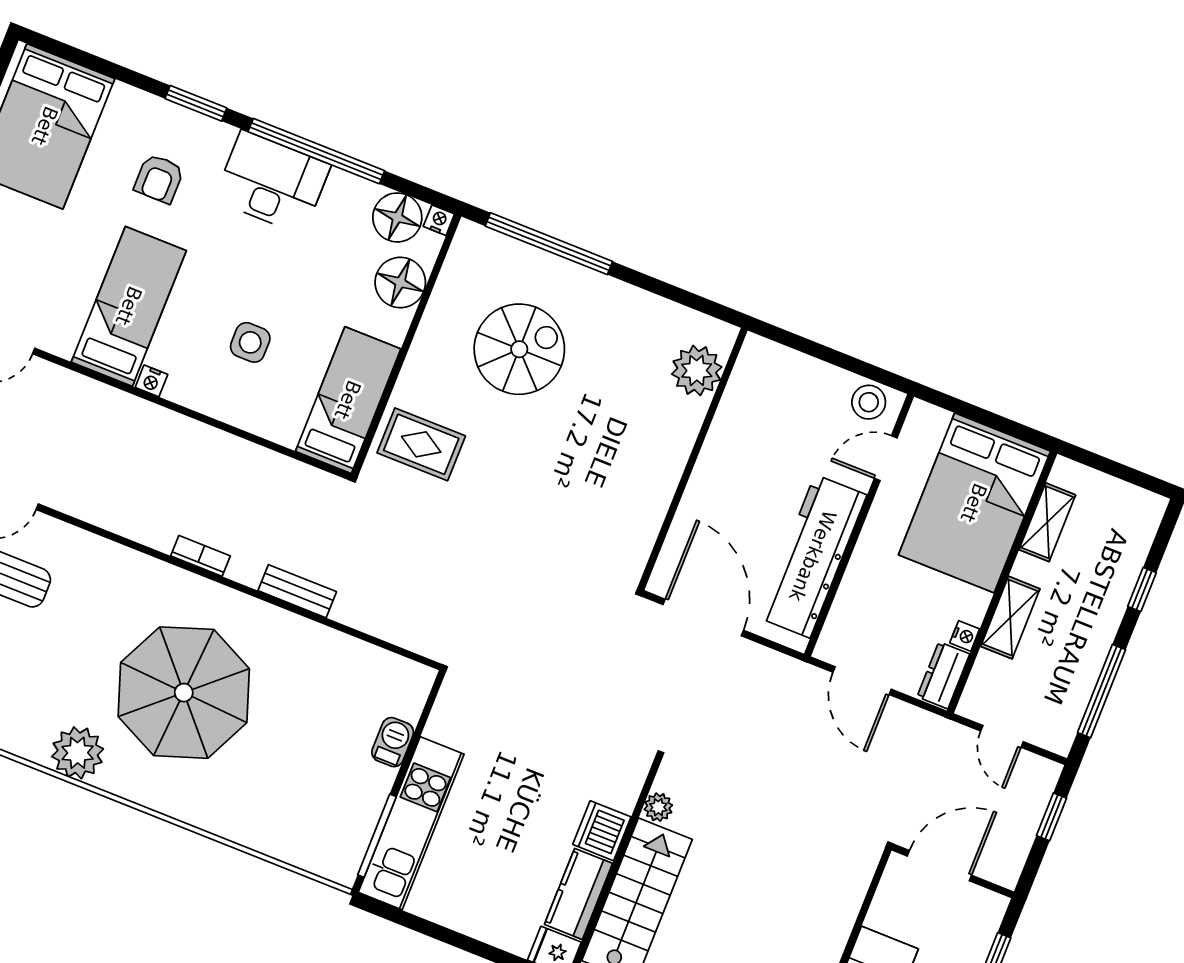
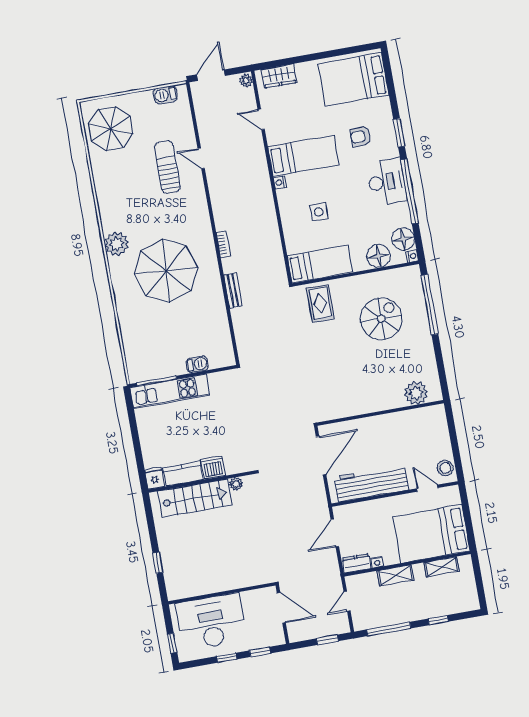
spiral stairs: (519, 349) -> (381, 319), turned -90

